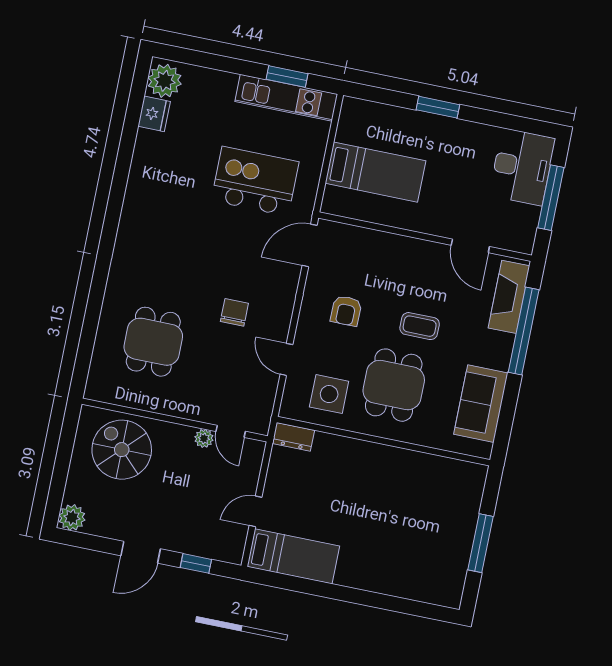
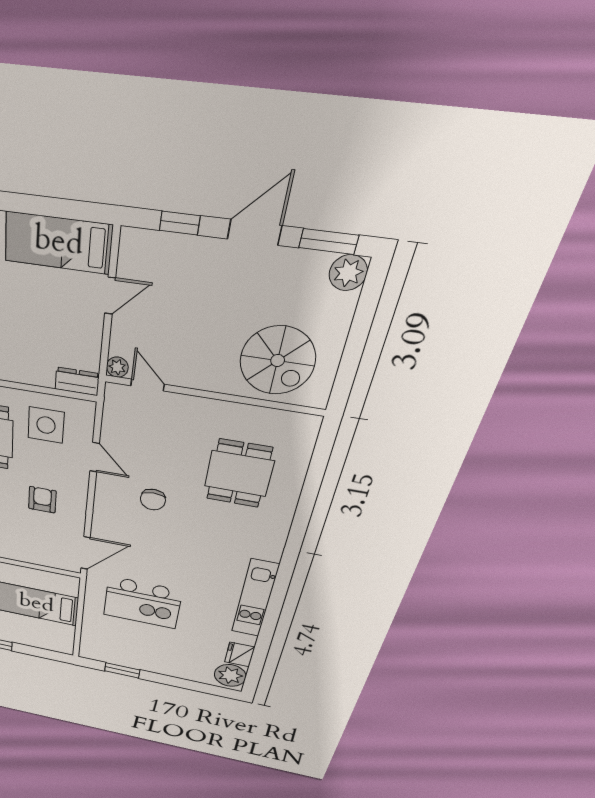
kitchen unit: (286, 98) -> (255, 599), moved, turned -90
plant: (204, 438) -> (117, 367), moved
window: (87, 541) -> (329, 242), added

